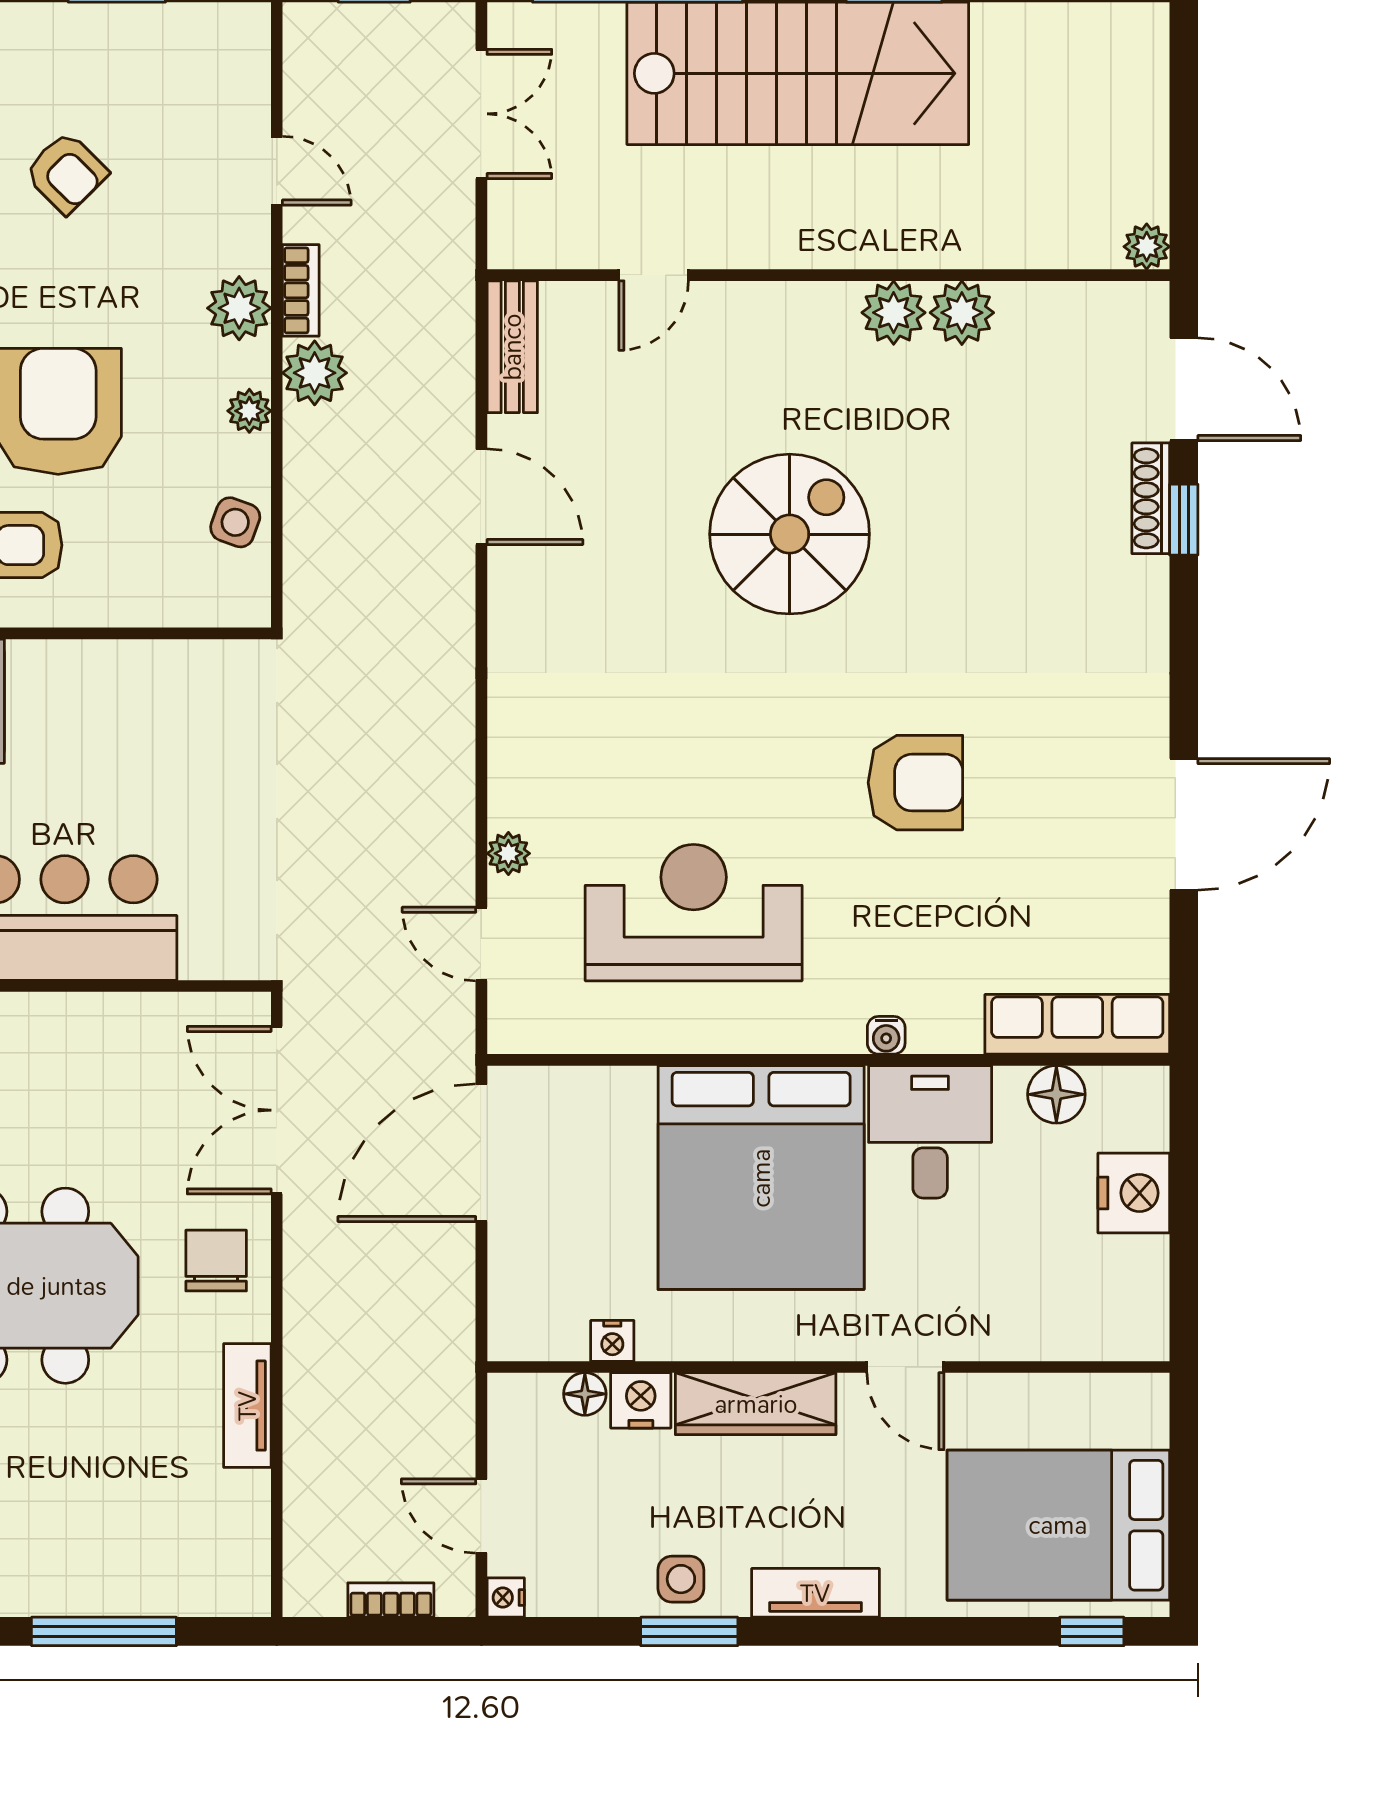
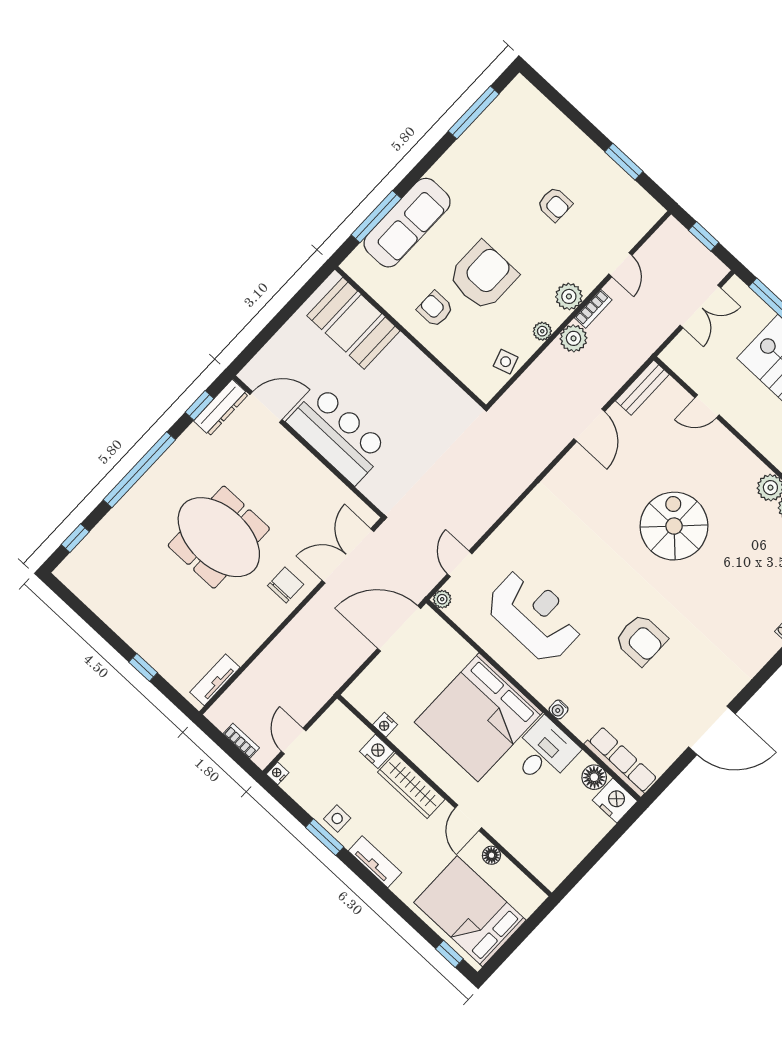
armchair: (66, 173) -> (555, 204), turned -45
side table: (235, 522) -> (506, 362), turned -38
spiral stairs: (790, 534) -> (674, 526), turned -90
plant: (508, 853) -> (442, 599), moved
nightstand: (1134, 1193) -> (615, 801), moved, turned -90
floor lamp: (585, 1394) -> (491, 855), moved
tv unit: (247, 1406) -> (215, 680), moved
window: (104, 1631) -> (143, 667), width x0.46

